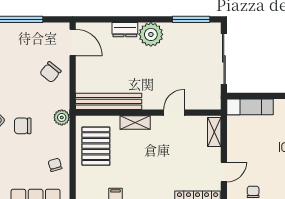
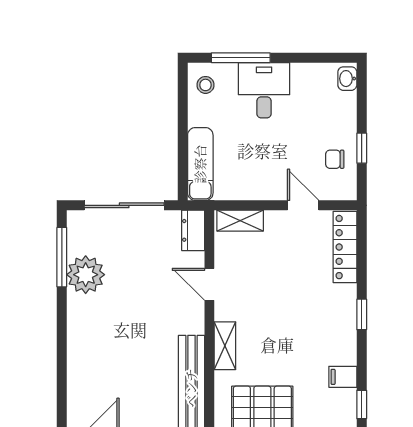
dresser: (125, 30) -> (193, 230), moved, turned 180
plant: (151, 34) -> (86, 275), moved

